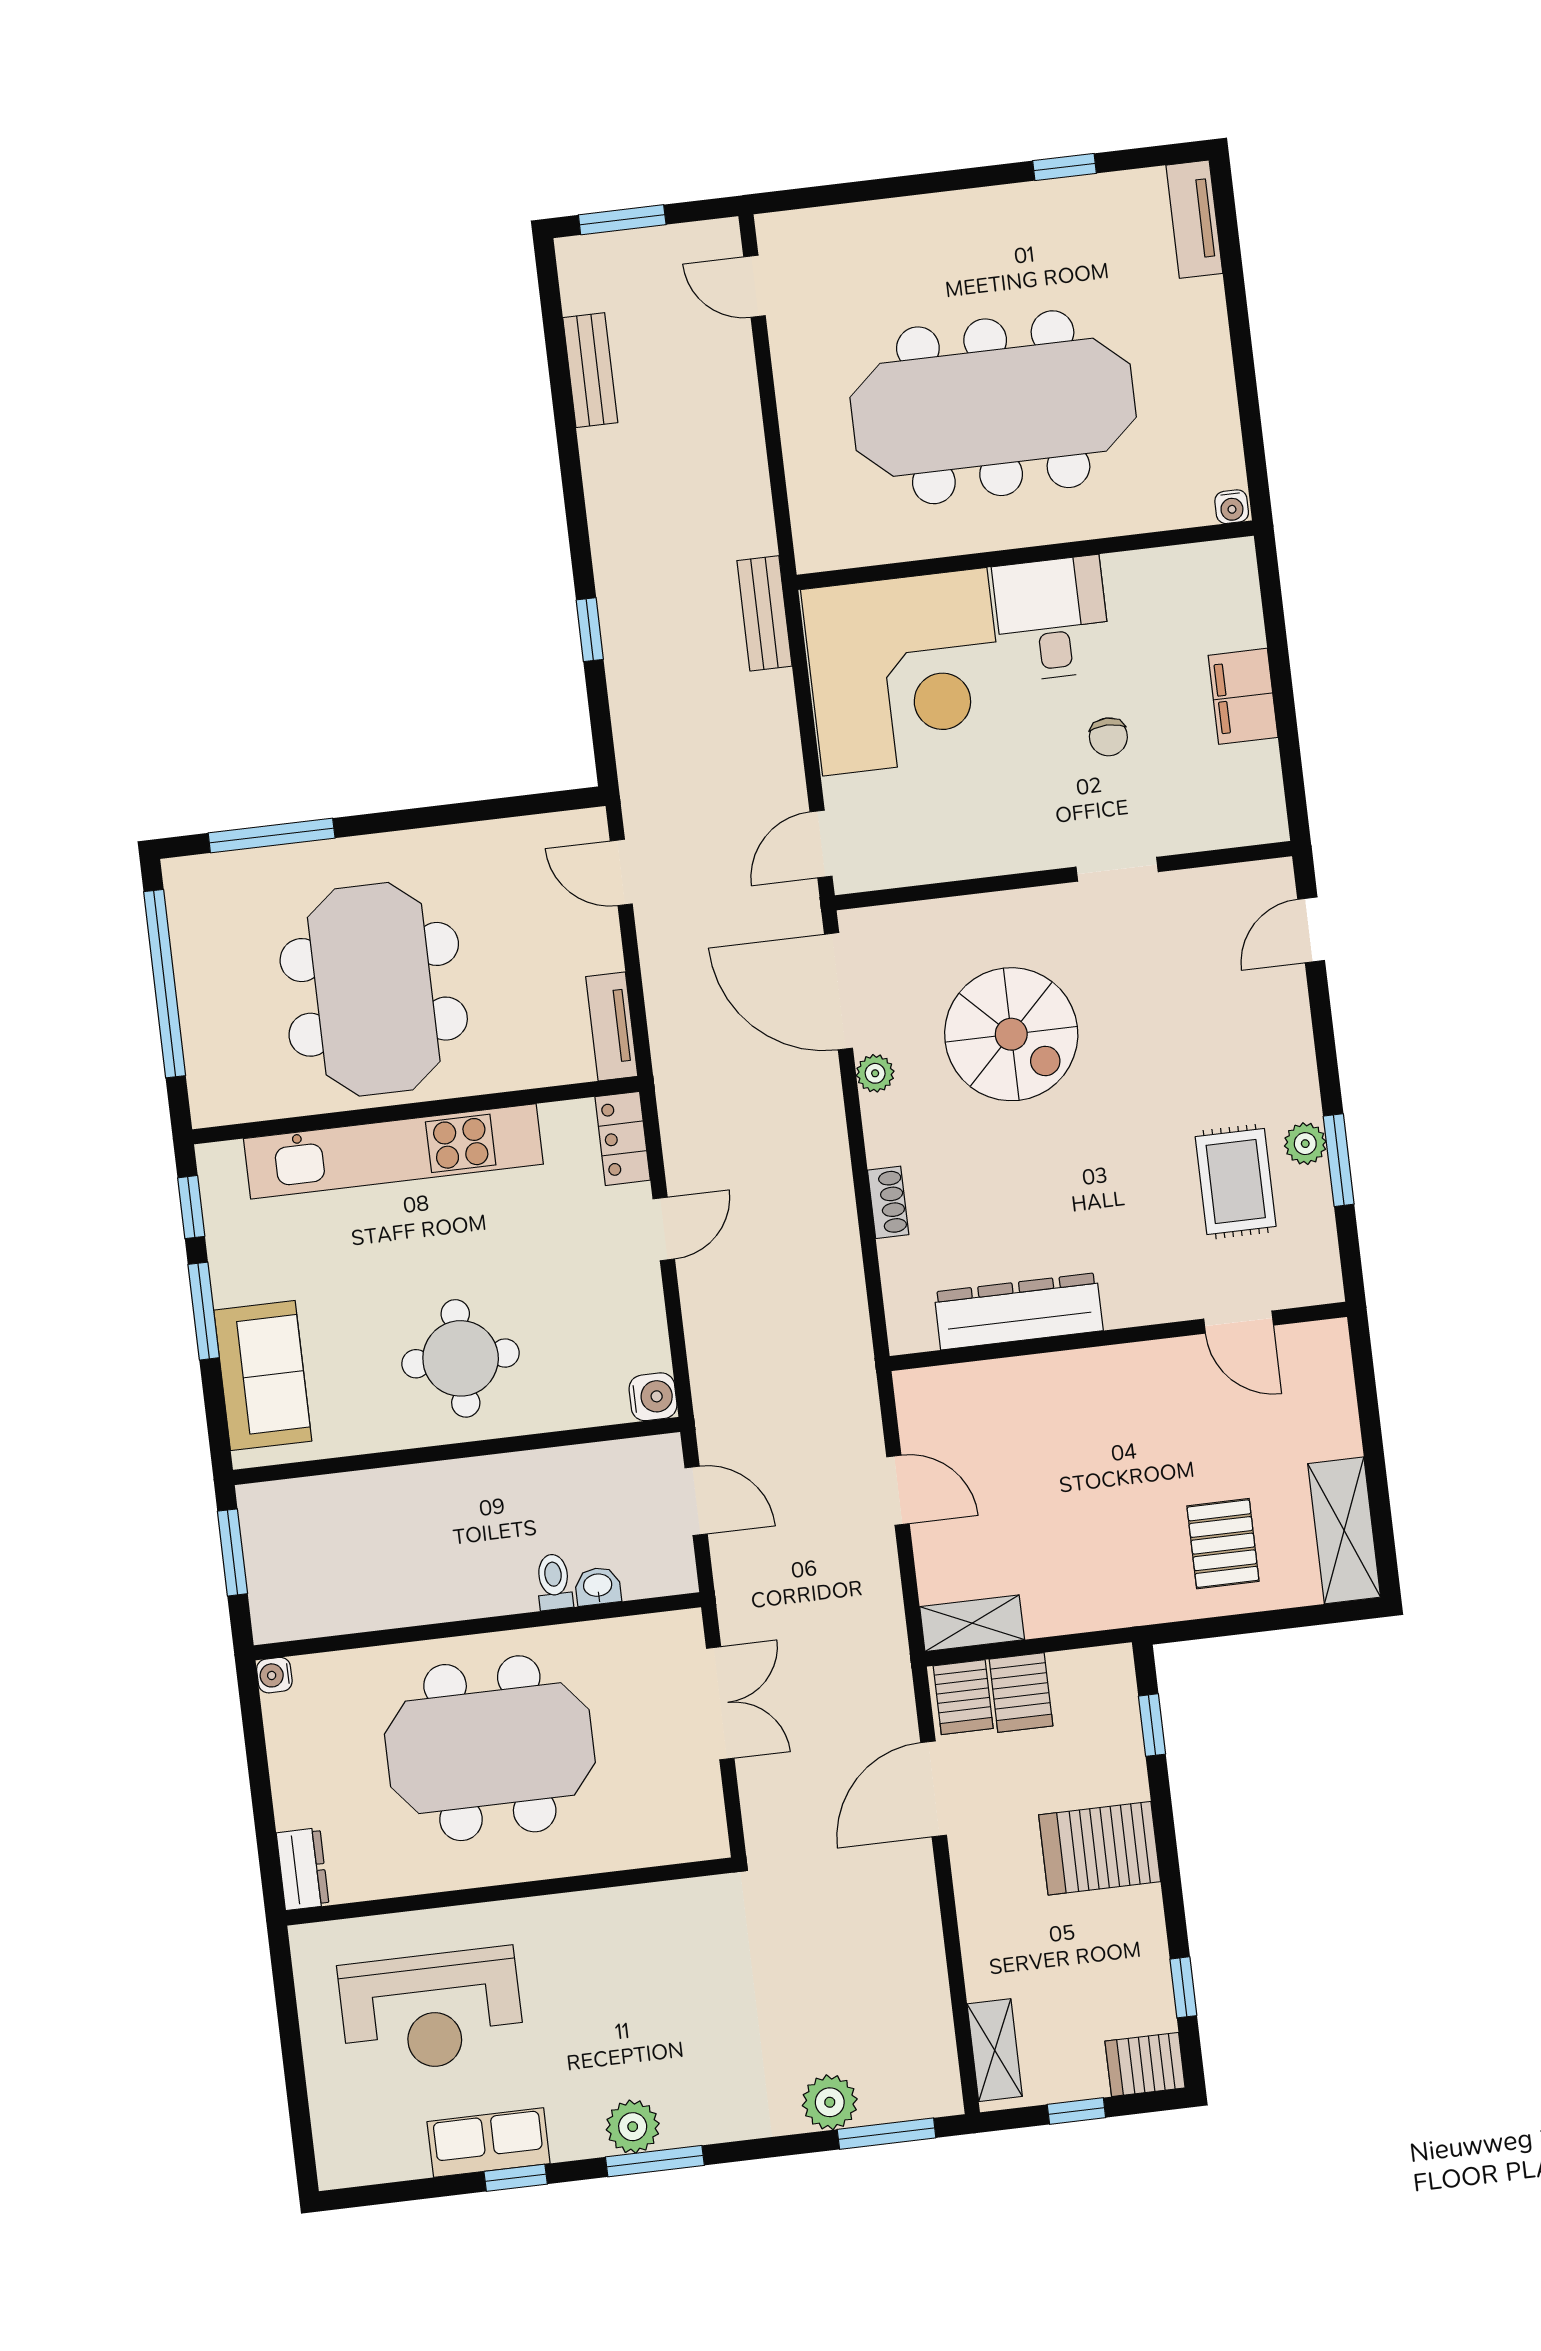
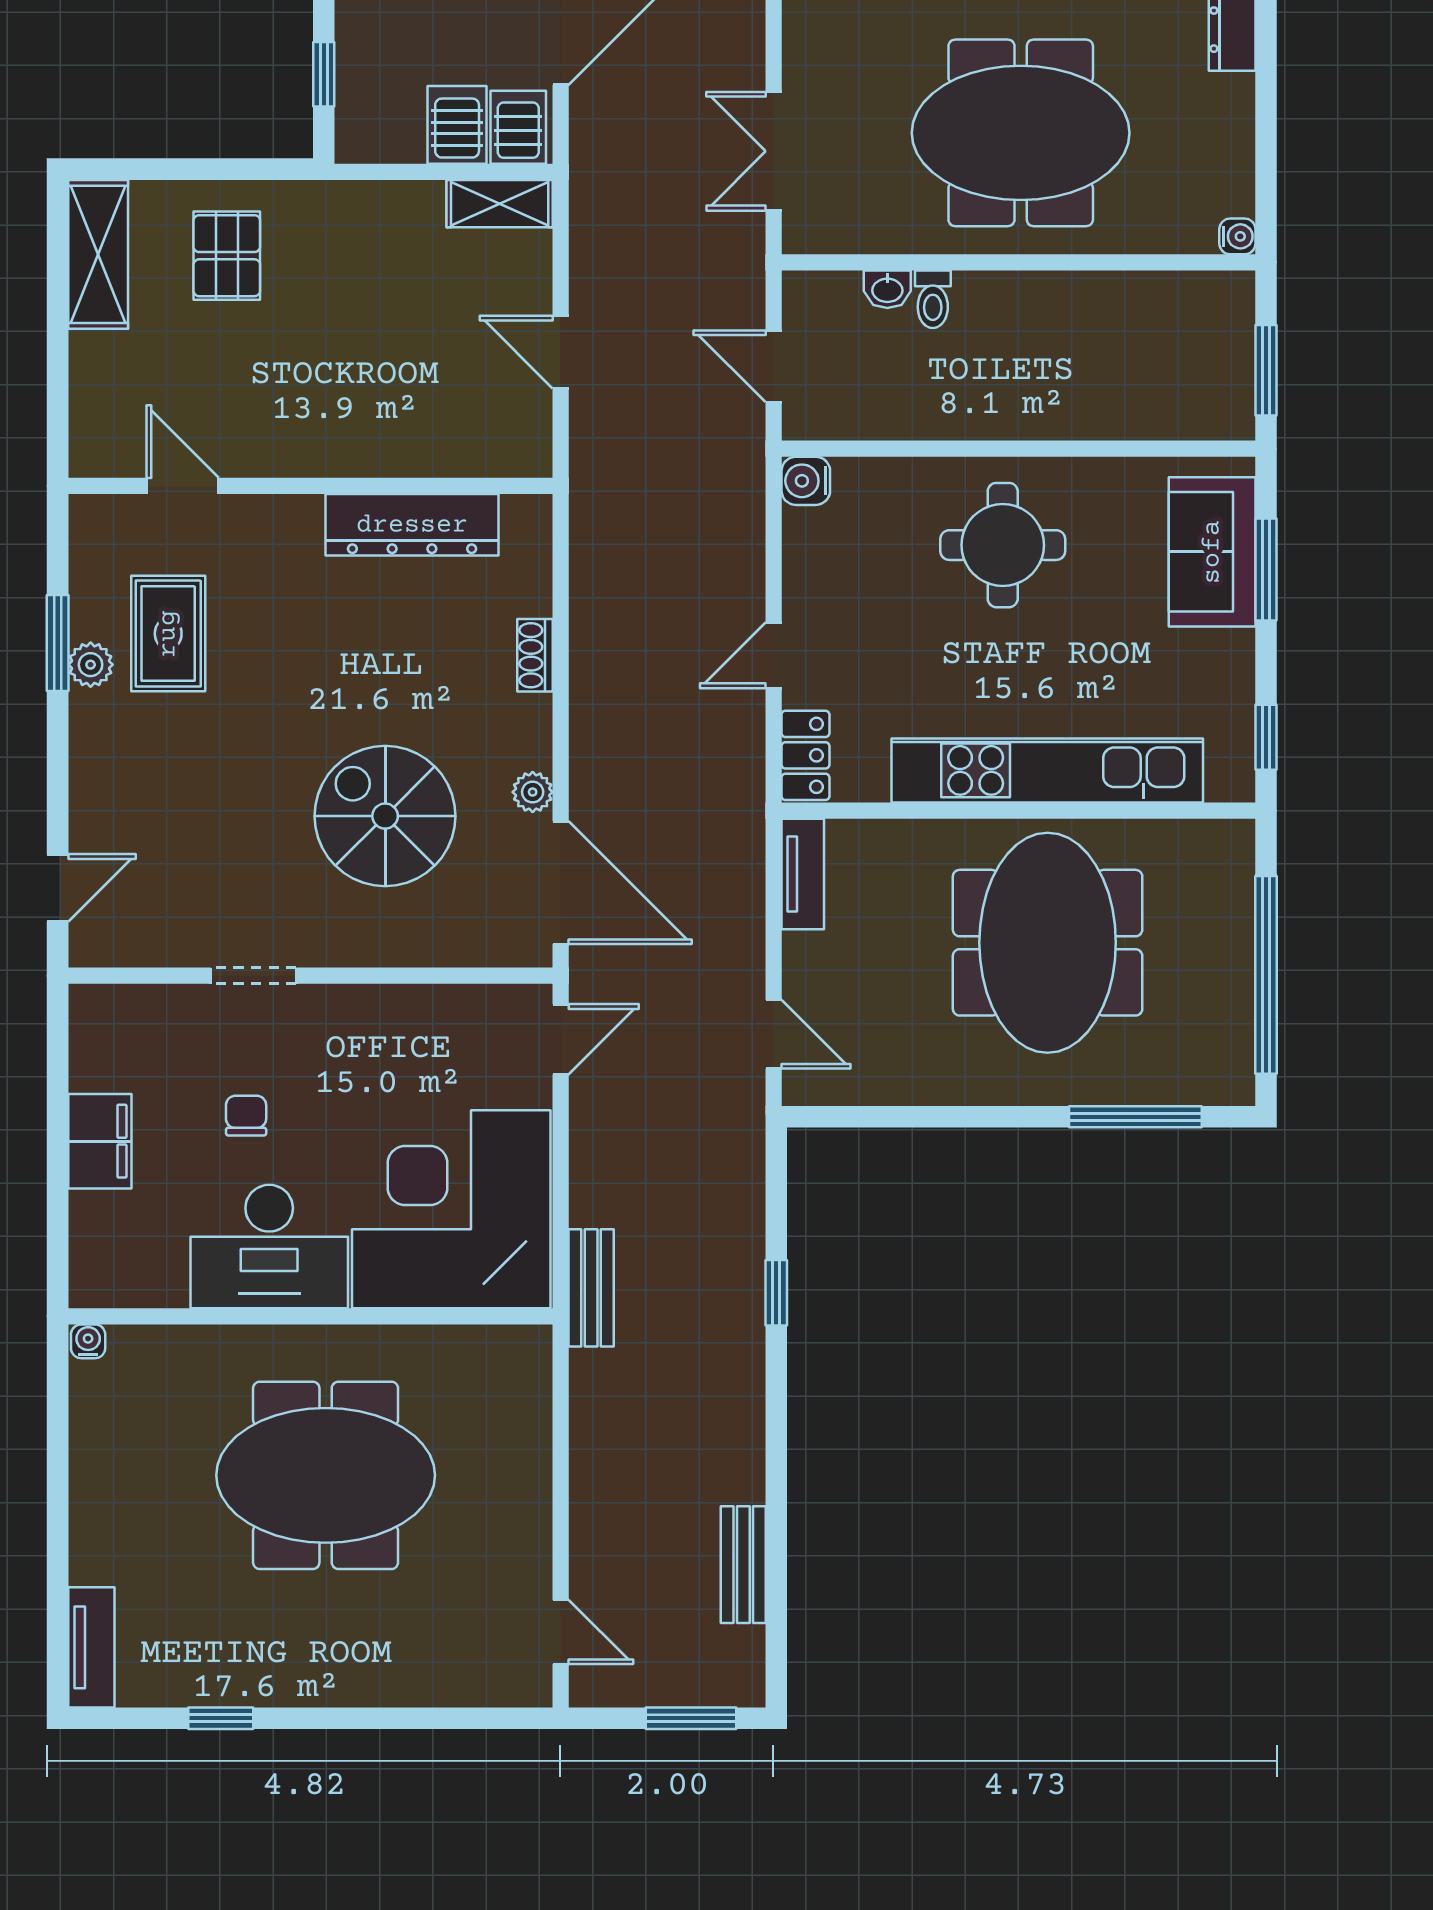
meeting table: (993, 407) -> (326, 1475), width x0.73
desk: (1052, 619) -> (269, 1247), width x1.37
window: (204, 1311) -> (1266, 569), moved

